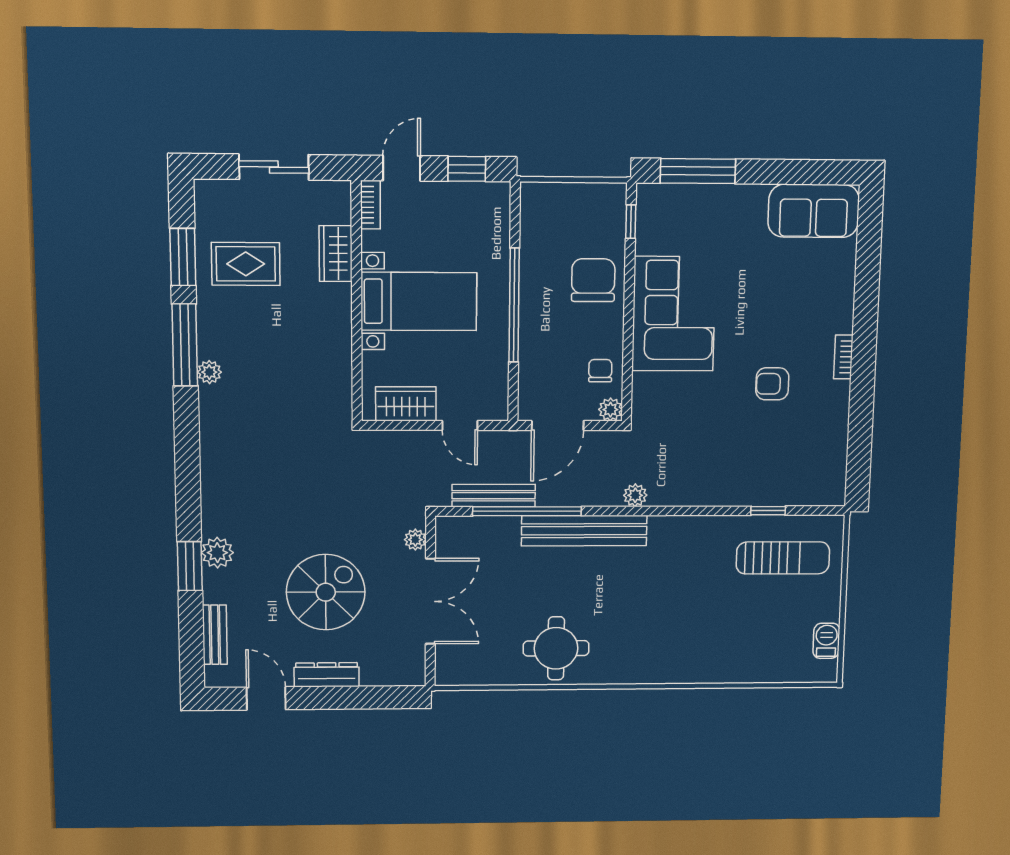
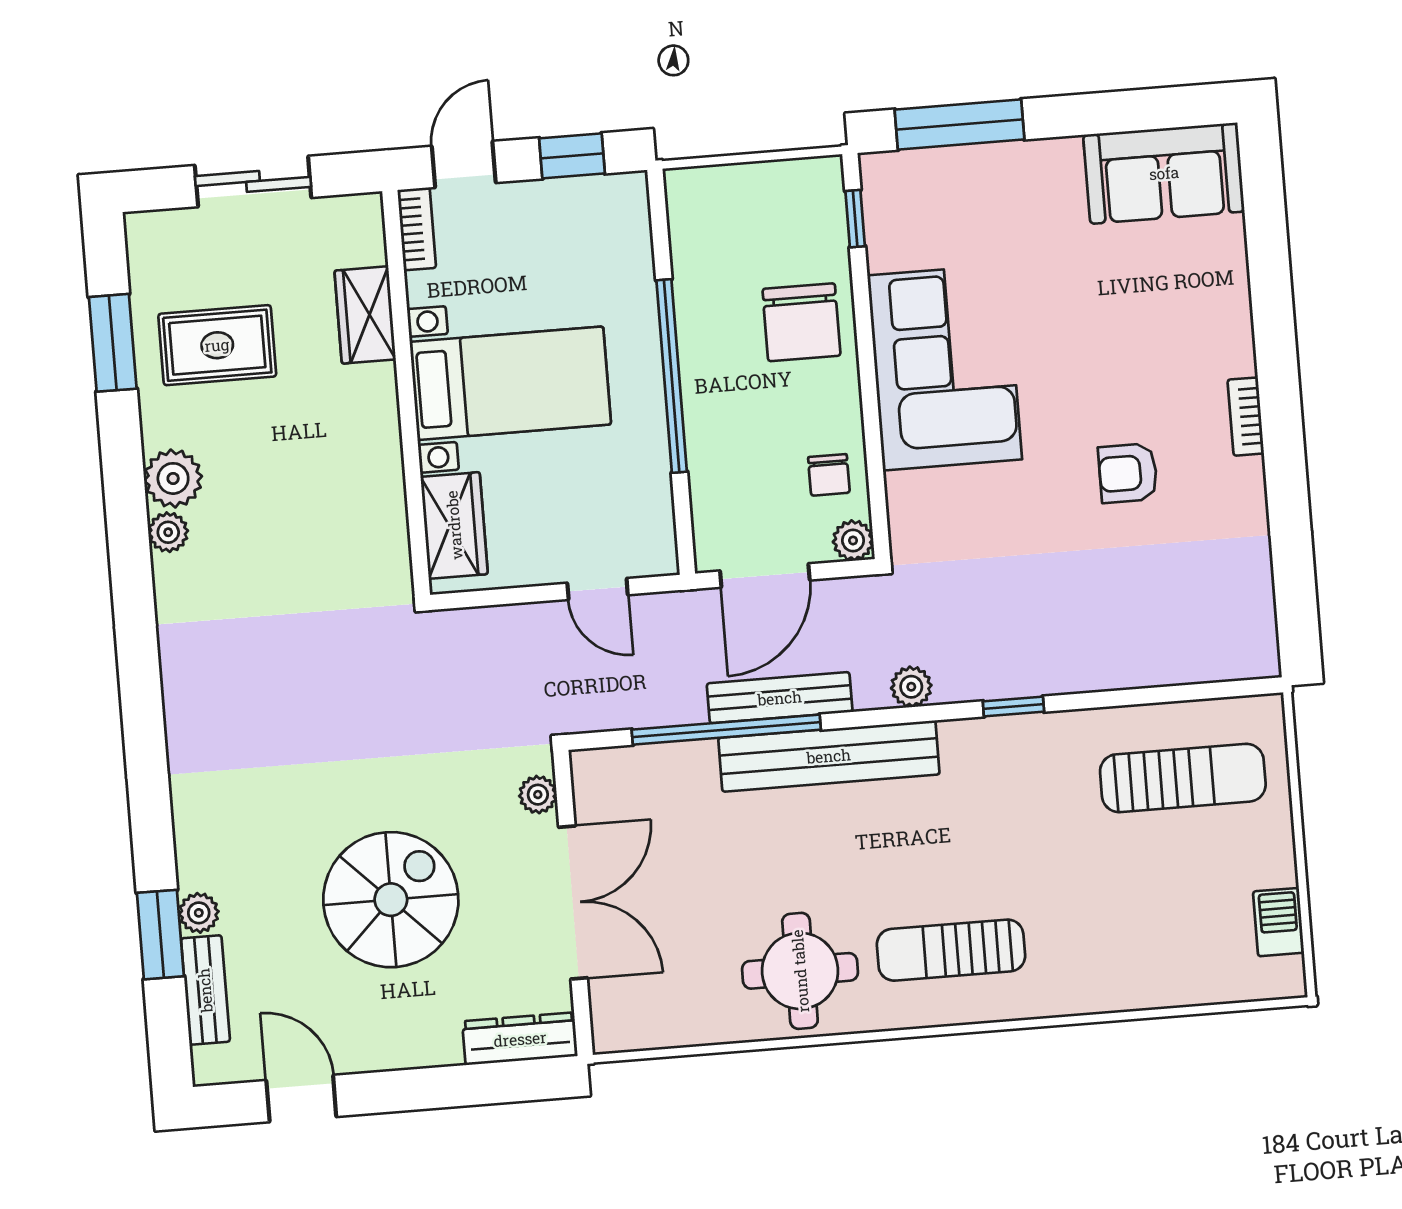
chair: (593, 280) -> (801, 322), turned 180
plant: (214, 341) -> (173, 478), added
window: (185, 345) -> (125, 490), removed
chair: (600, 371) -> (829, 475), turned 180
wardrobe: (406, 404) -> (454, 525), moved, turned 90
bench: (494, 496) -> (780, 698), moved
window: (768, 511) -> (1013, 707), moved
plant: (217, 553) -> (199, 913), moved, width x0.73, depth x0.73
window: (190, 566) -> (160, 935), moved
sun lounger: (642, 643) -> (951, 950), added
dresser: (327, 675) -> (520, 1039), moved

